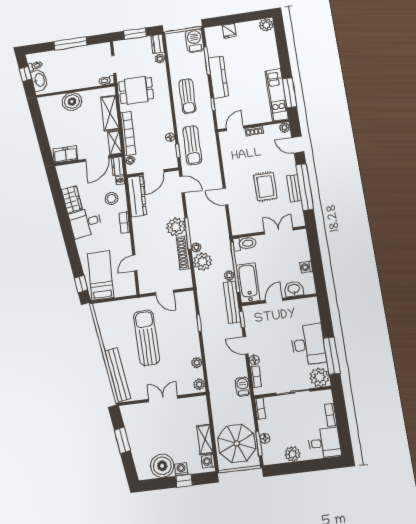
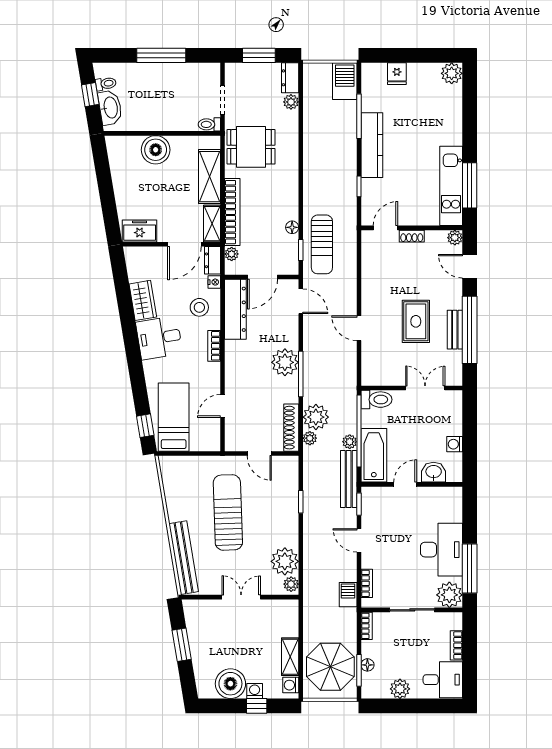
sun lounger: (187, 96) -> (324, 168), removed
plant: (196, 247) -> (310, 438), moved
shoe rack: (183, 253) -> (291, 428), moved
floor lamp: (254, 360) -> (368, 561), removed
plant: (197, 363) -> (285, 561), width x1.88, depth x1.88

